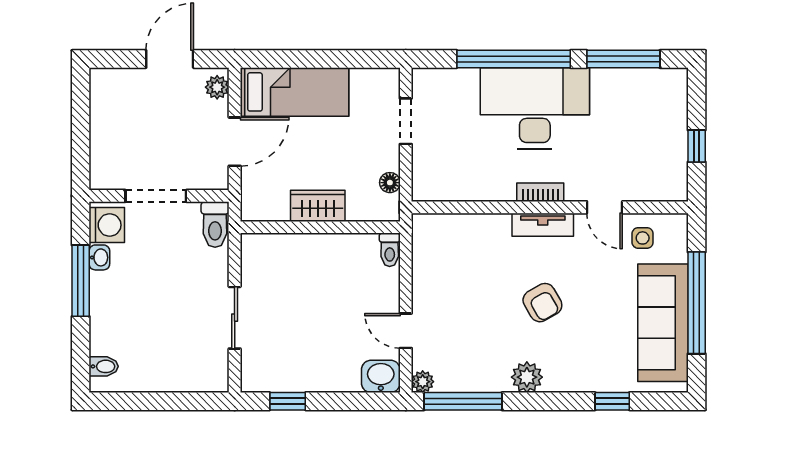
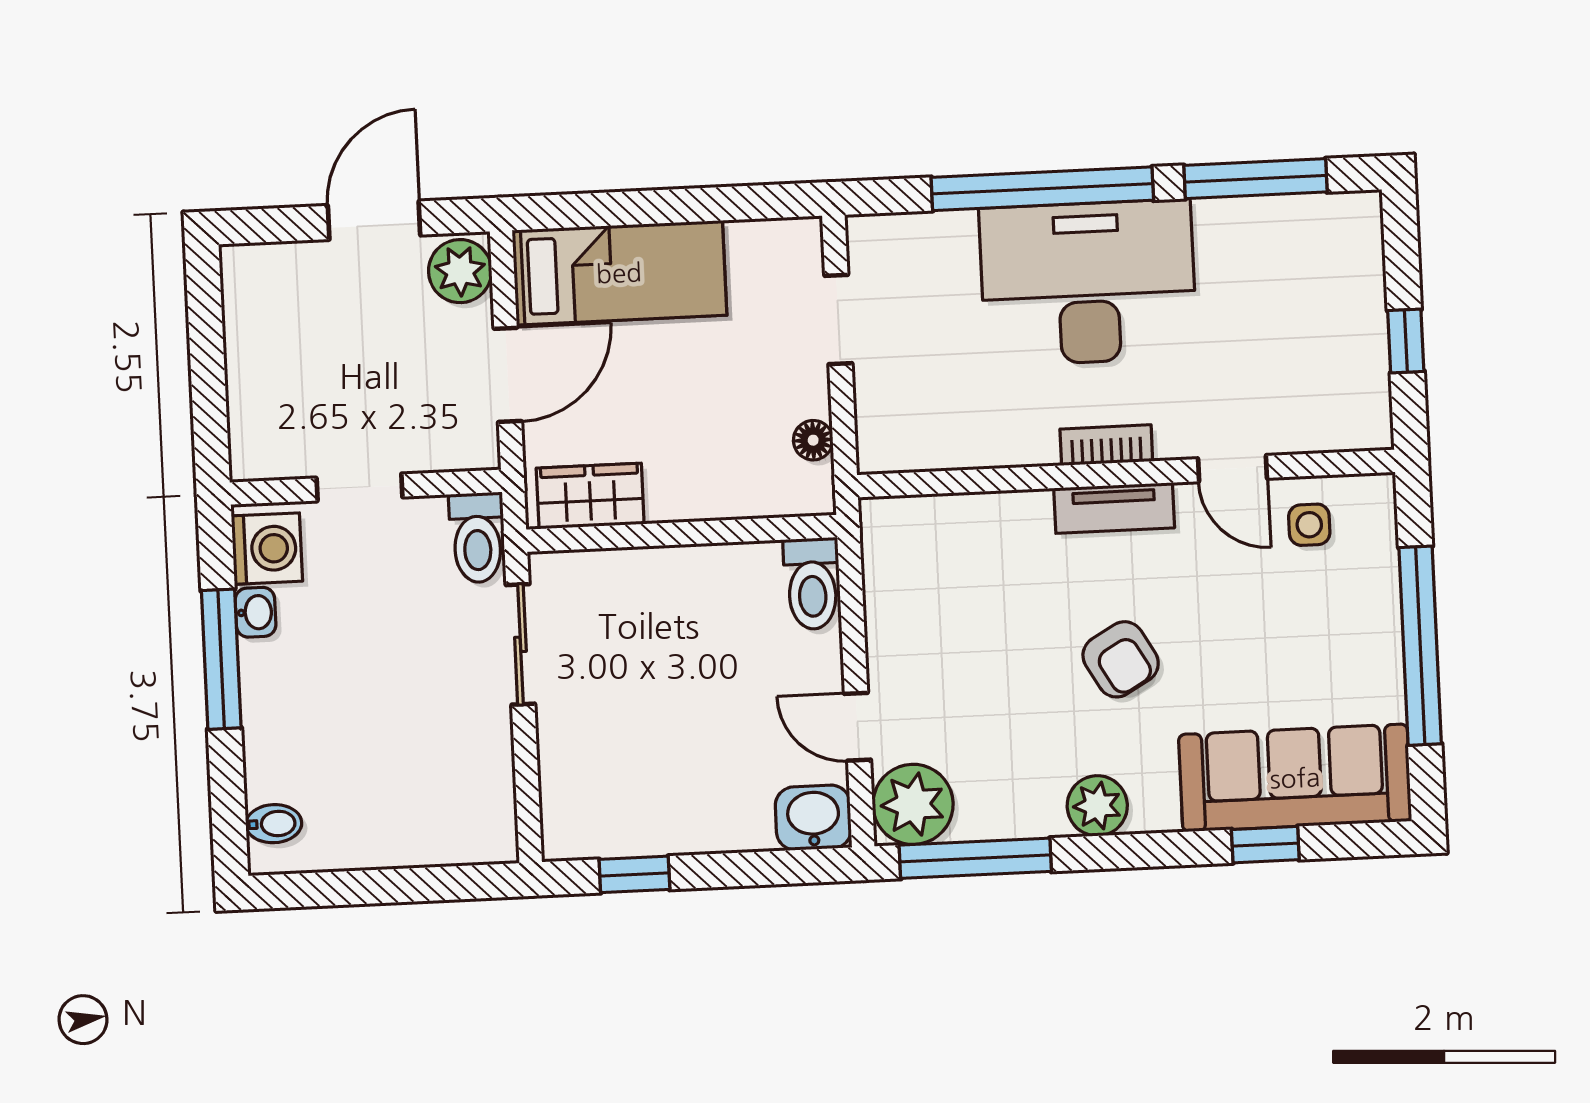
plant: (217, 87) -> (460, 271), width x1.38, depth x1.38
doorway: (156, 196) -> (359, 487), width x0.73
wardrobe: (318, 206) -> (590, 496), moved
toilet: (390, 250) -> (812, 584), width x1.37, depth x1.39
sliding door: (235, 318) -> (520, 644), moved
sofa: (663, 323) -> (1295, 778), moved, turned 90
plant: (423, 382) -> (913, 804), width x1.87, depth x1.87

